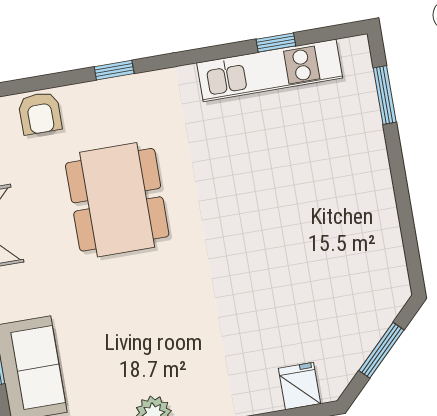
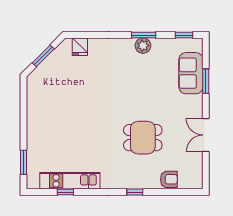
armchair: (40, 113) -> (169, 179), turned 90
dining table: (117, 200) -> (143, 138), width x0.73

